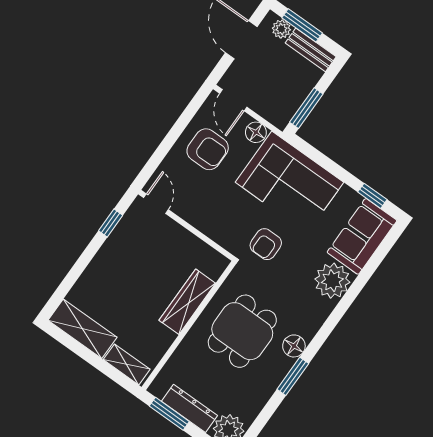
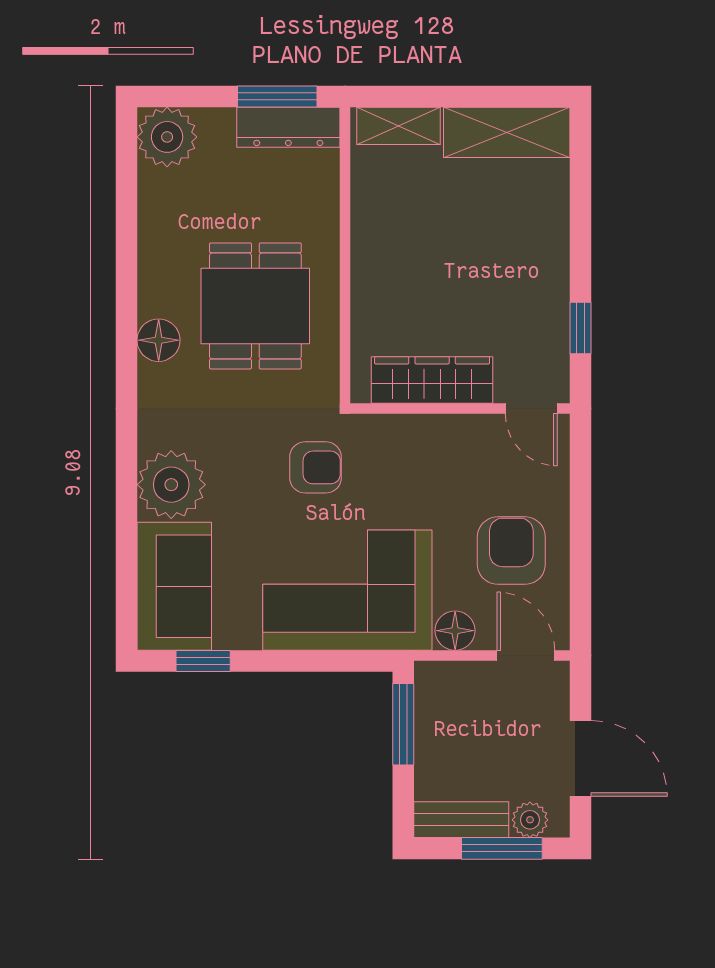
armchair: (208, 149) -> (511, 551), turned 90
armchair: (266, 244) -> (315, 467), turned 90
wardrobe: (187, 302) -> (432, 380), moved, turned -90
window: (293, 376) -> (127, 292), removed
dresser: (189, 408) -> (288, 127), moved

